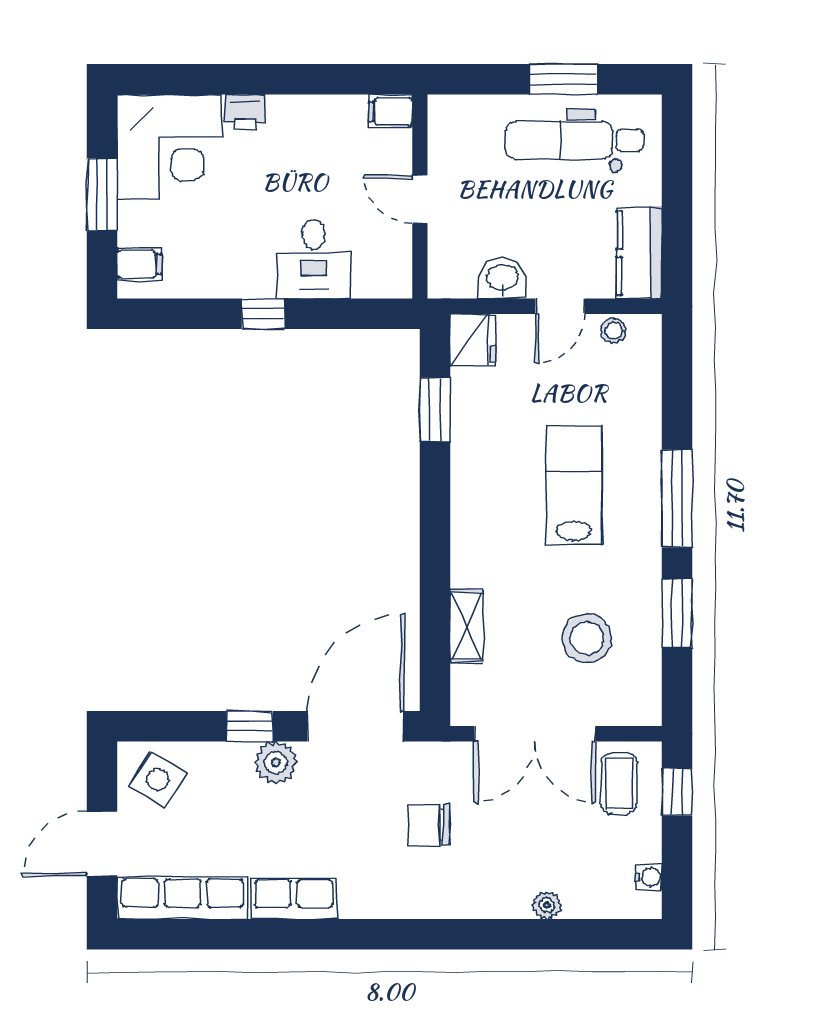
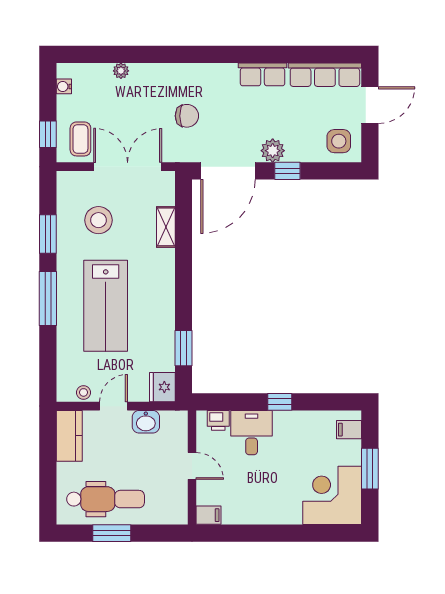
printer: (245, 112) -> (218, 420), moved, turned 180
lab bench: (574, 486) -> (106, 306), width x1.36, depth x1.39
side table: (158, 779) -> (339, 141), turned -32

